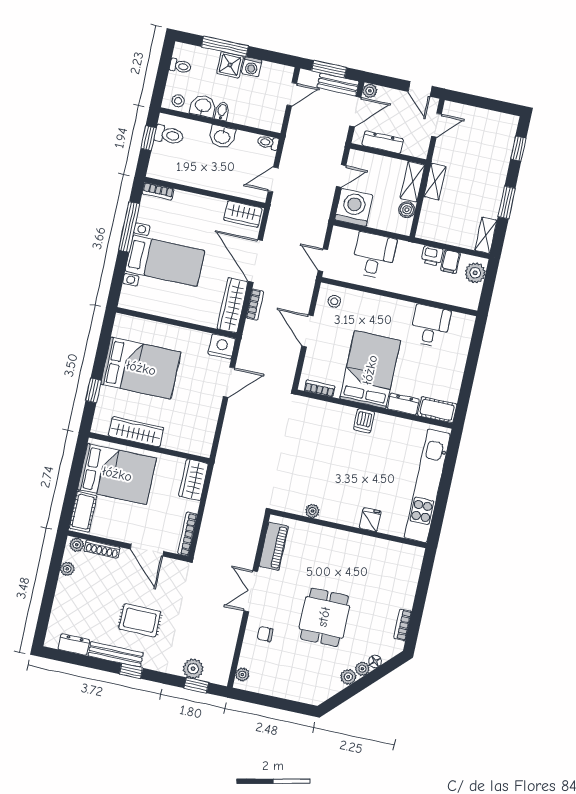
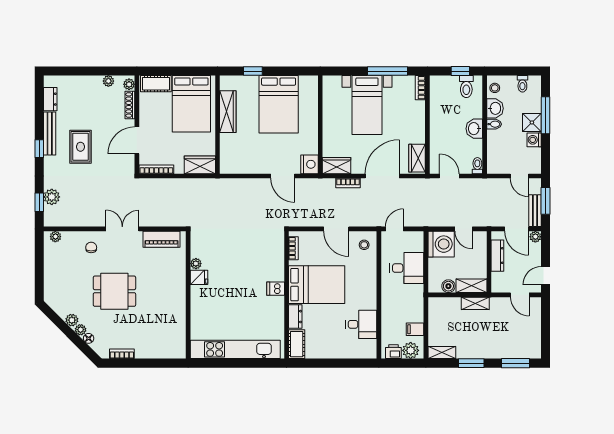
window: (518, 149) -> (515, 363), width x1.50
printer: (432, 256) -> (393, 352), moved, turned 90
wardrobe: (232, 305) -> (337, 166), width x0.67
door: (307, 331) -> (336, 229), swing flipped
fridge: (370, 520) -> (199, 277), moved

